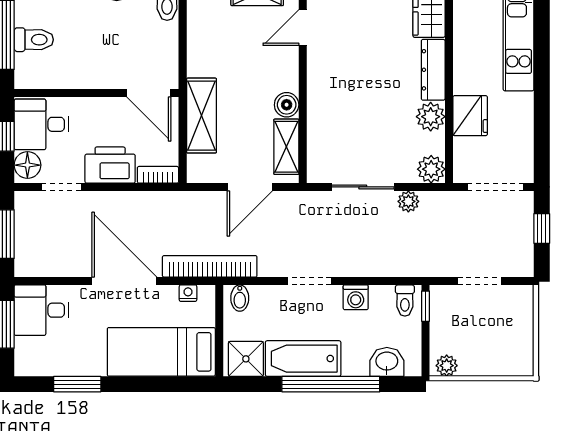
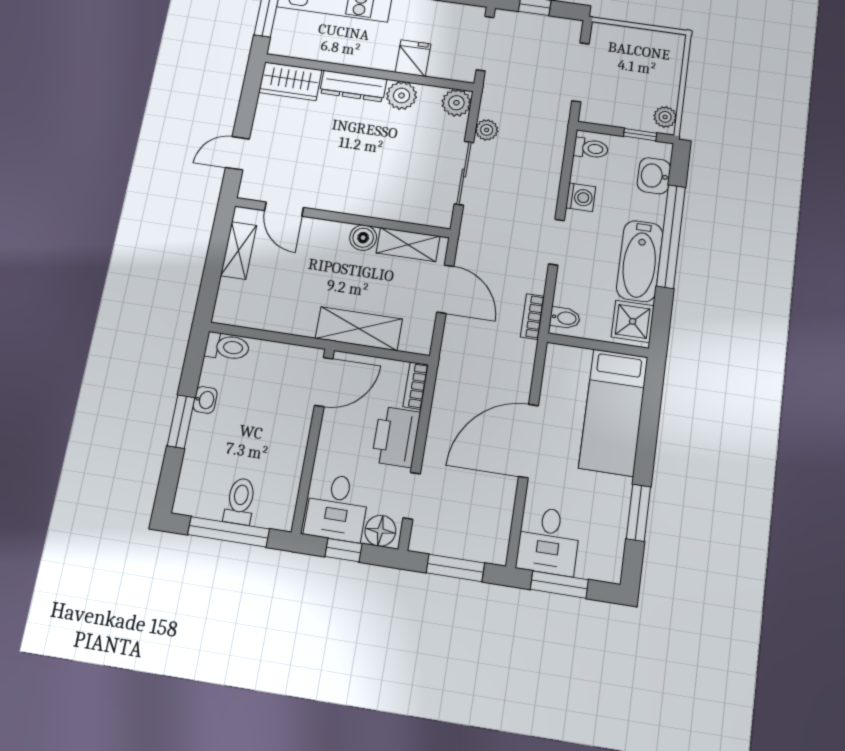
fridge: (470, 116) -> (413, 58), width x0.72
bookcase: (210, 266) -> (532, 317), width x0.43, depth x0.76
doorway: (480, 281) -> (580, 72), width x1.38
nightstand: (188, 293) -> (552, 373), removed
window: (425, 306) -> (640, 135), moved

